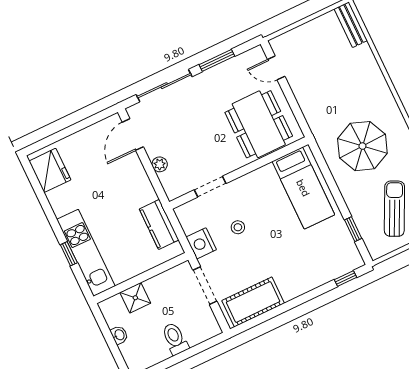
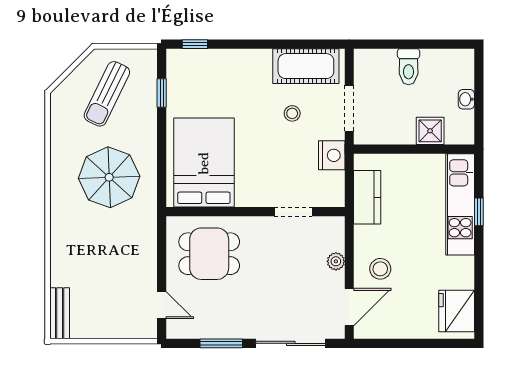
dining table: (259, 124) -> (209, 254), width x0.73
stool: (123, 175) -> (380, 269), added
bed: (303, 188) -> (204, 163), width x1.50
stool: (238, 227) -> (292, 113), moved

